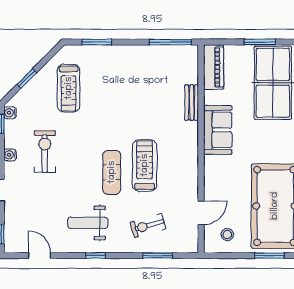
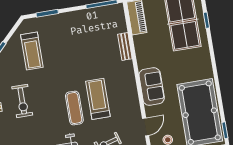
sofa: (218, 130) -> (152, 87), moved
exercise bike: (45, 152) -> (22, 101), turned 180

